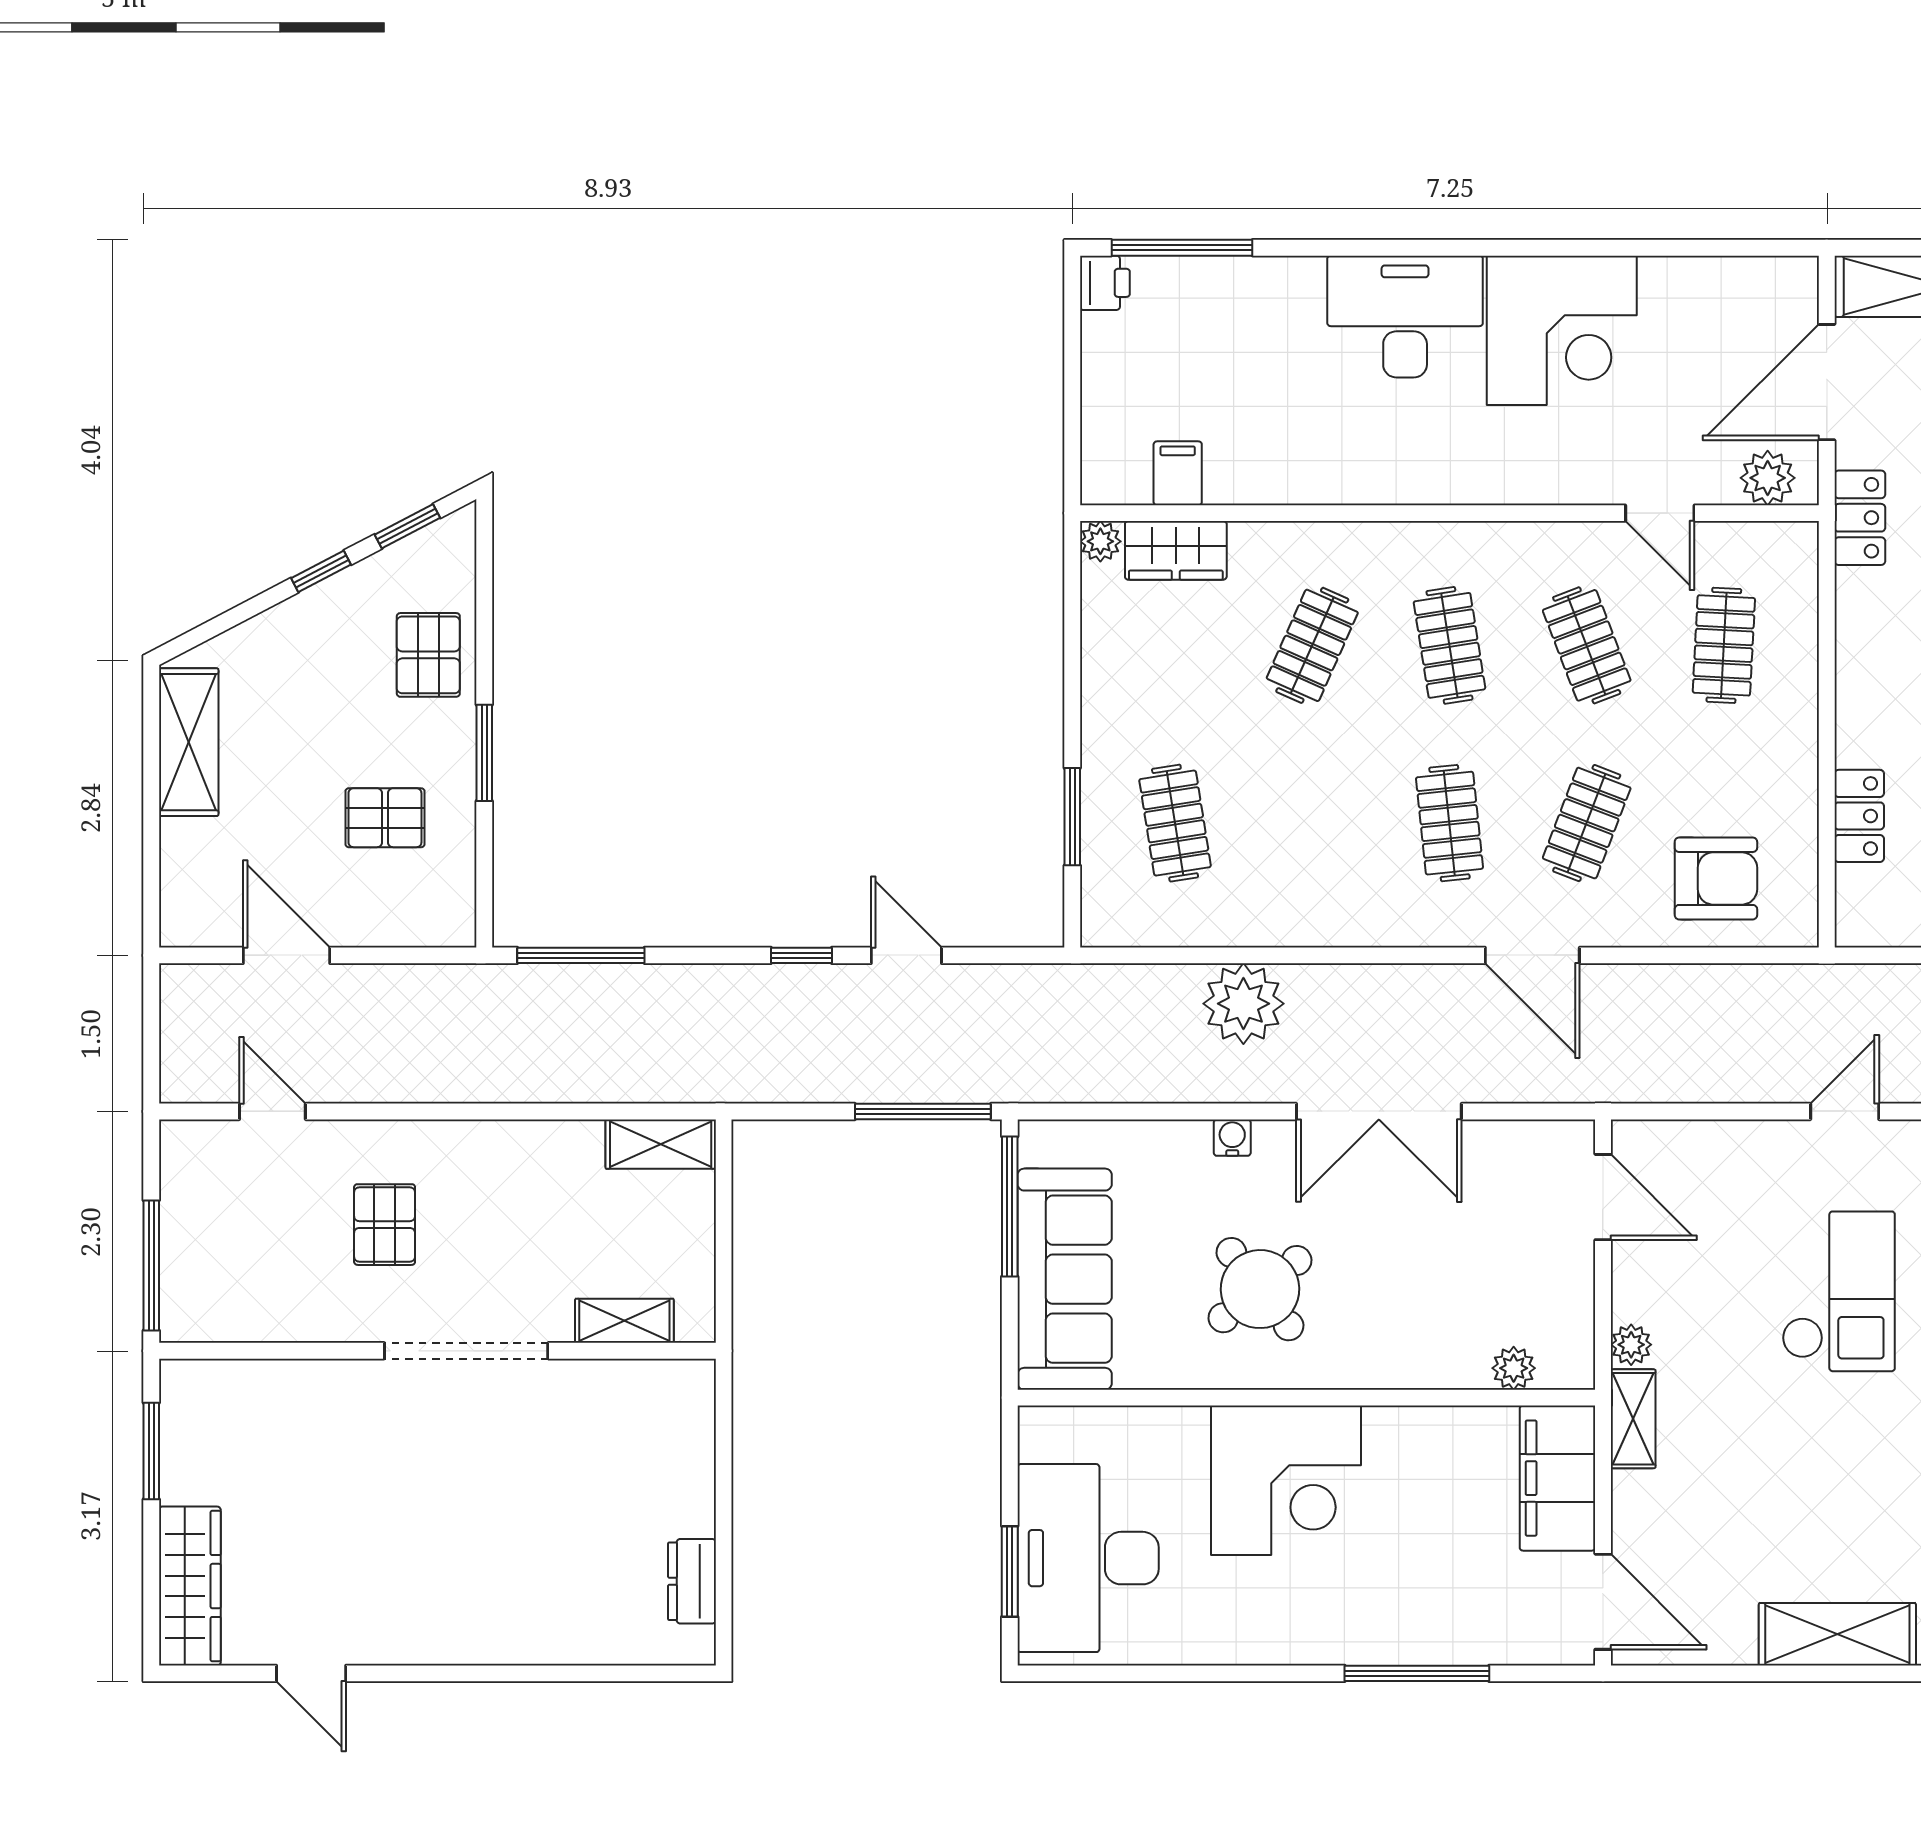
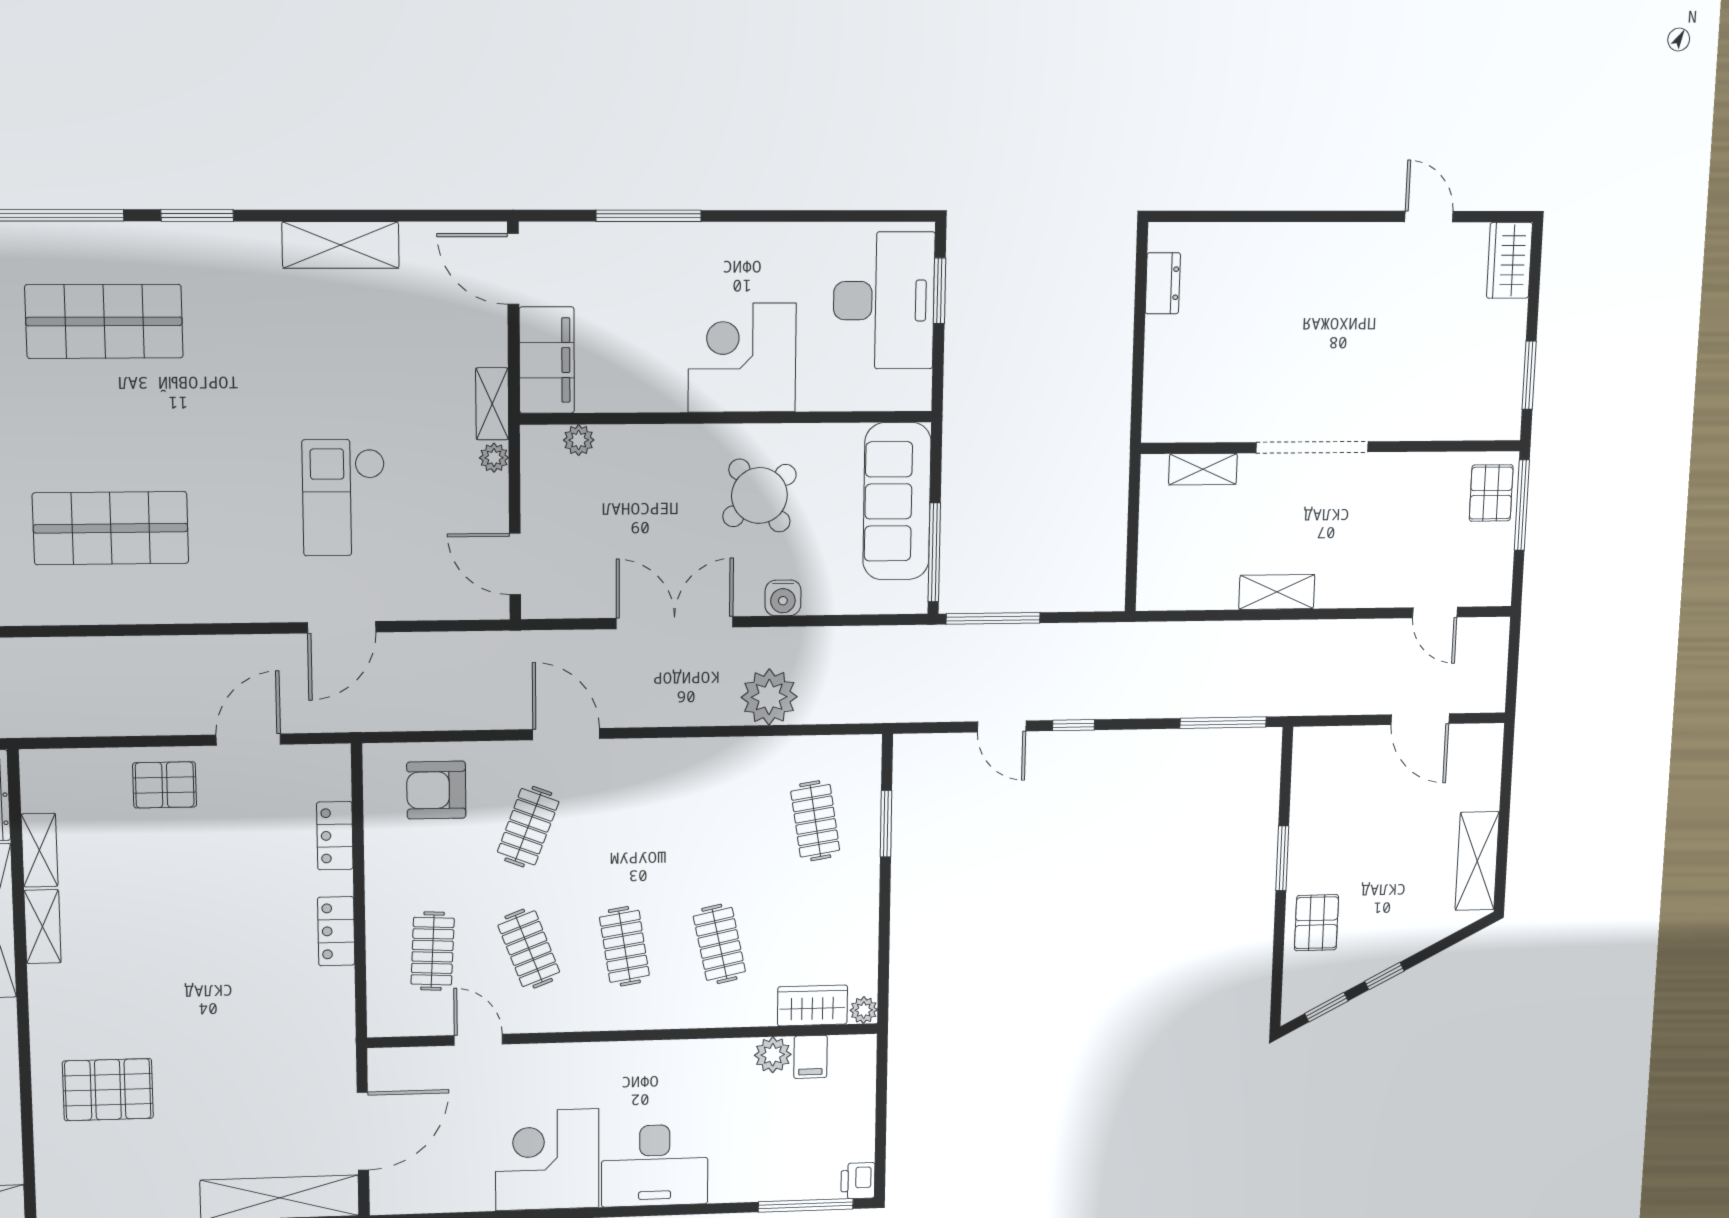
plant: (1768, 478) -> (773, 1055), moved
locker: (1860, 518) -> (336, 931), moved
clothes rail: (1312, 645) -> (719, 944), turned -36
pallet: (385, 818) -> (1350, 813), removed
clothes rail: (1449, 823) -> (624, 825), removed
door: (1845, 1111) -> (342, 627), width x1.38
water cooler: (1232, 1138) -> (783, 598), width x1.38, depth x1.38
shelving: (661, 1144) -> (1277, 592), moved
pallet: (385, 1225) -> (1491, 493), moved
wardrobe: (190, 1586) -> (1509, 260), width x0.67

